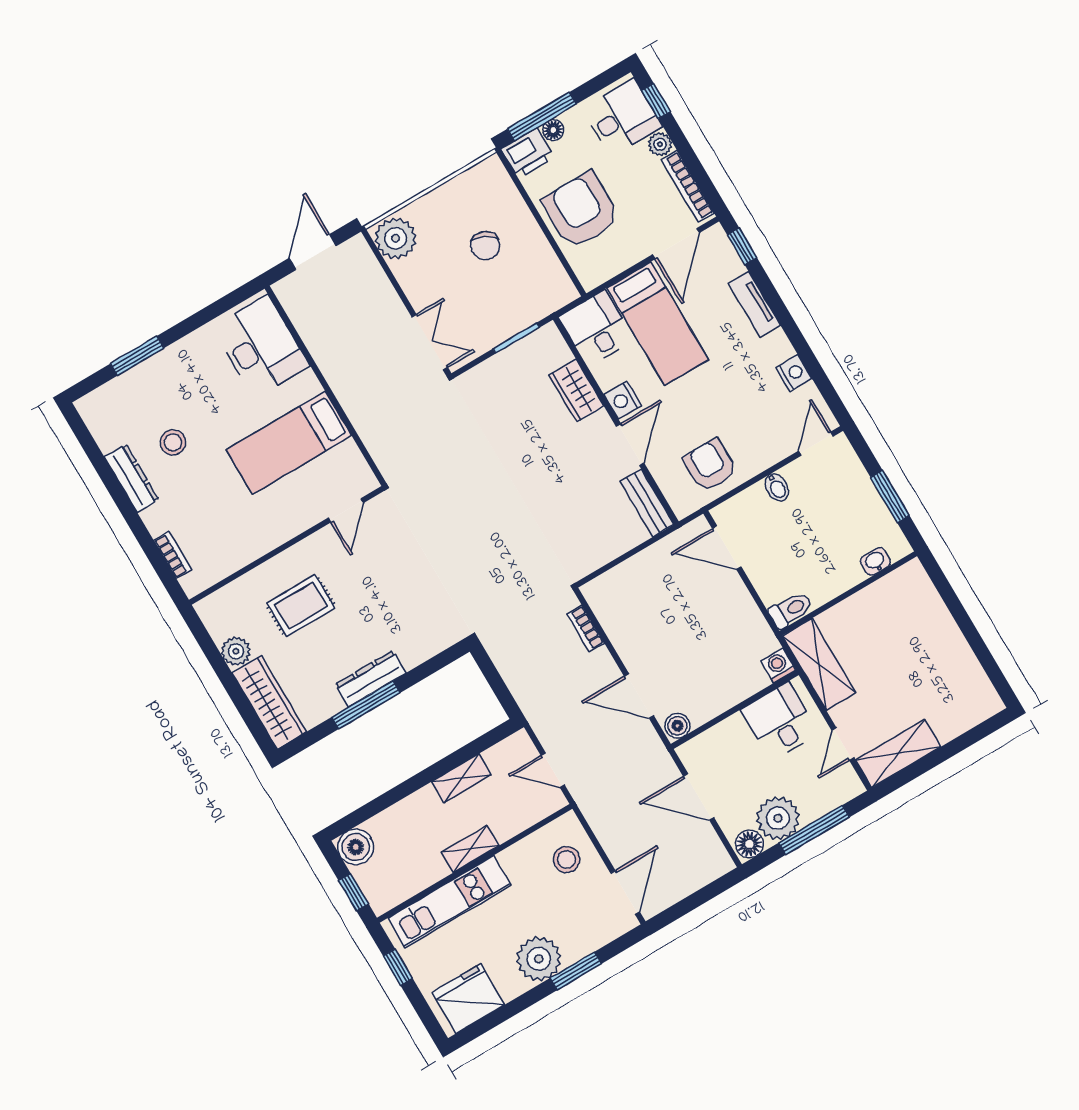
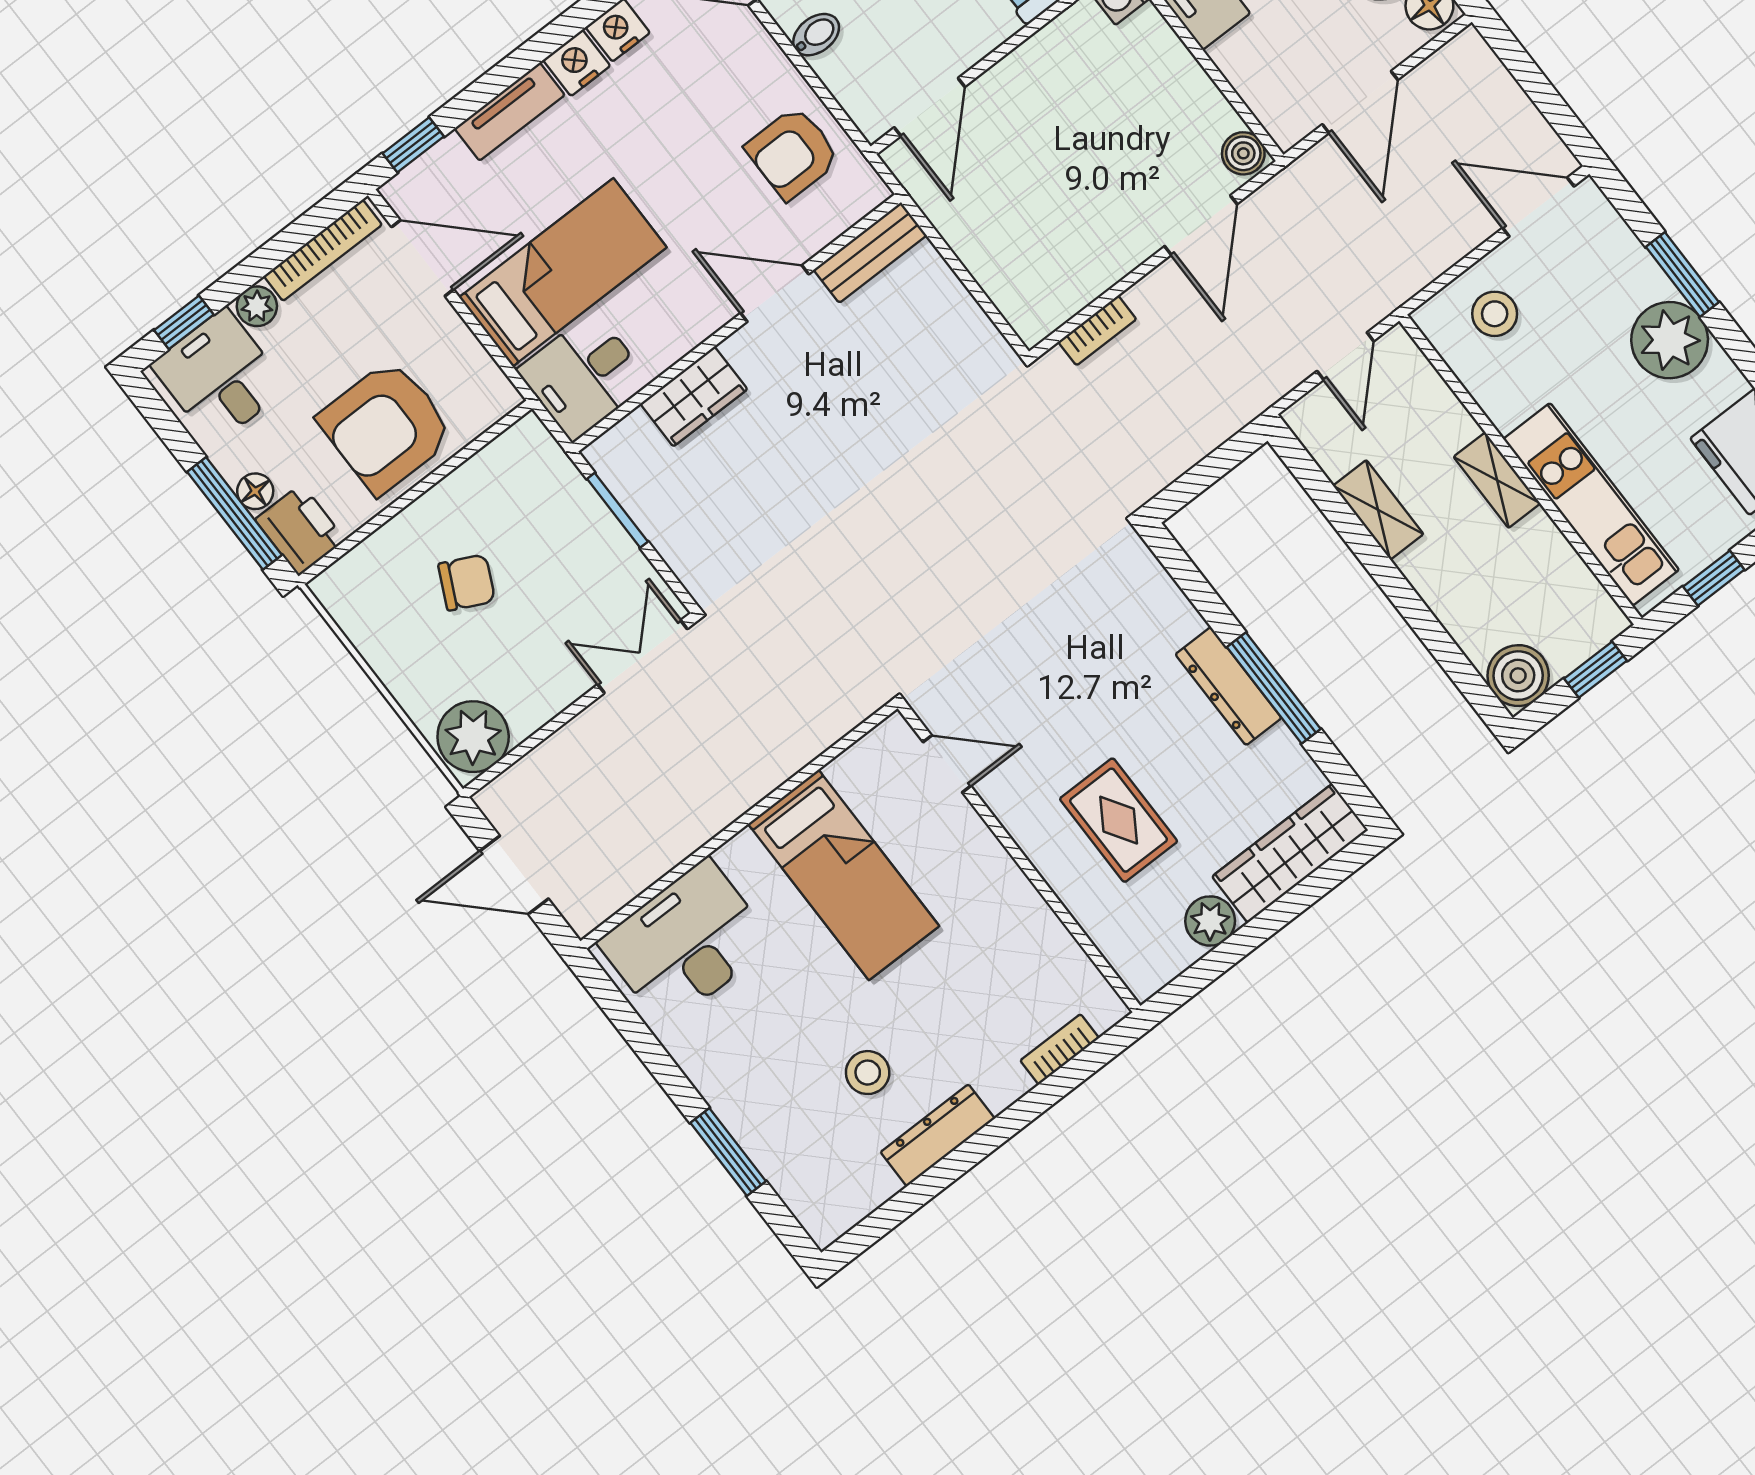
nightstand: (623, 400) -> (577, 63), moved, turned 180

